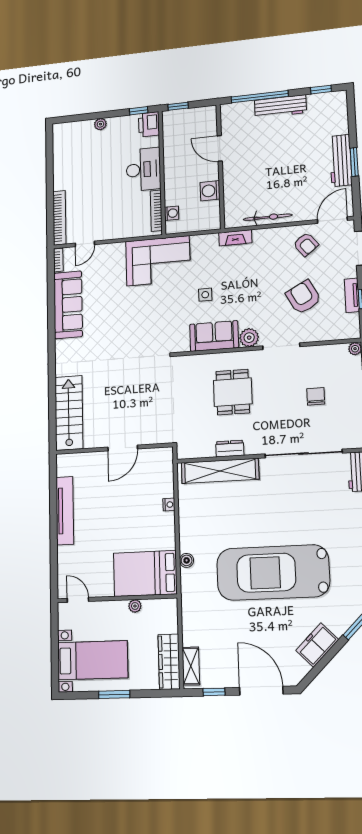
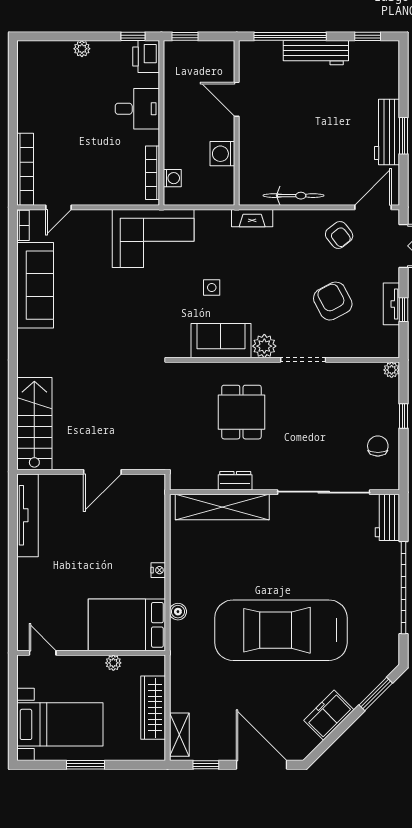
desk: (143, 169) -> (137, 109), width x0.73
chair: (316, 396) -> (378, 446), moved
nightstand: (169, 505) -> (158, 570), moved
tv unit: (65, 511) -> (28, 515), moved
wardrobe: (169, 662) -> (153, 708), moved

